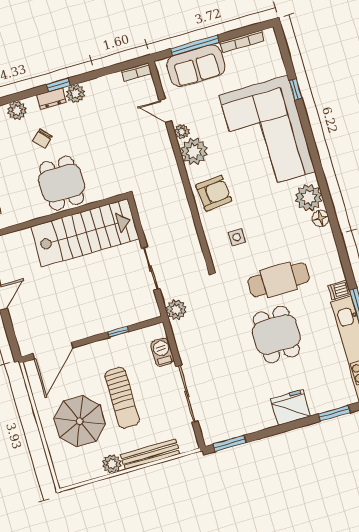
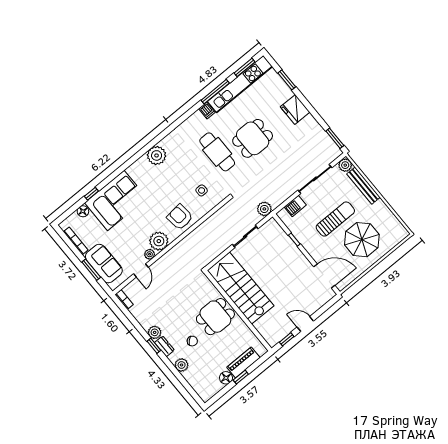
window: (195, 45) -> (91, 270), width x0.69
corner sofa: (267, 133) -> (116, 200), width x0.73, depth x0.74
floor lamp: (320, 218) -> (83, 211), moved
plant: (112, 464) -> (345, 165), moved

